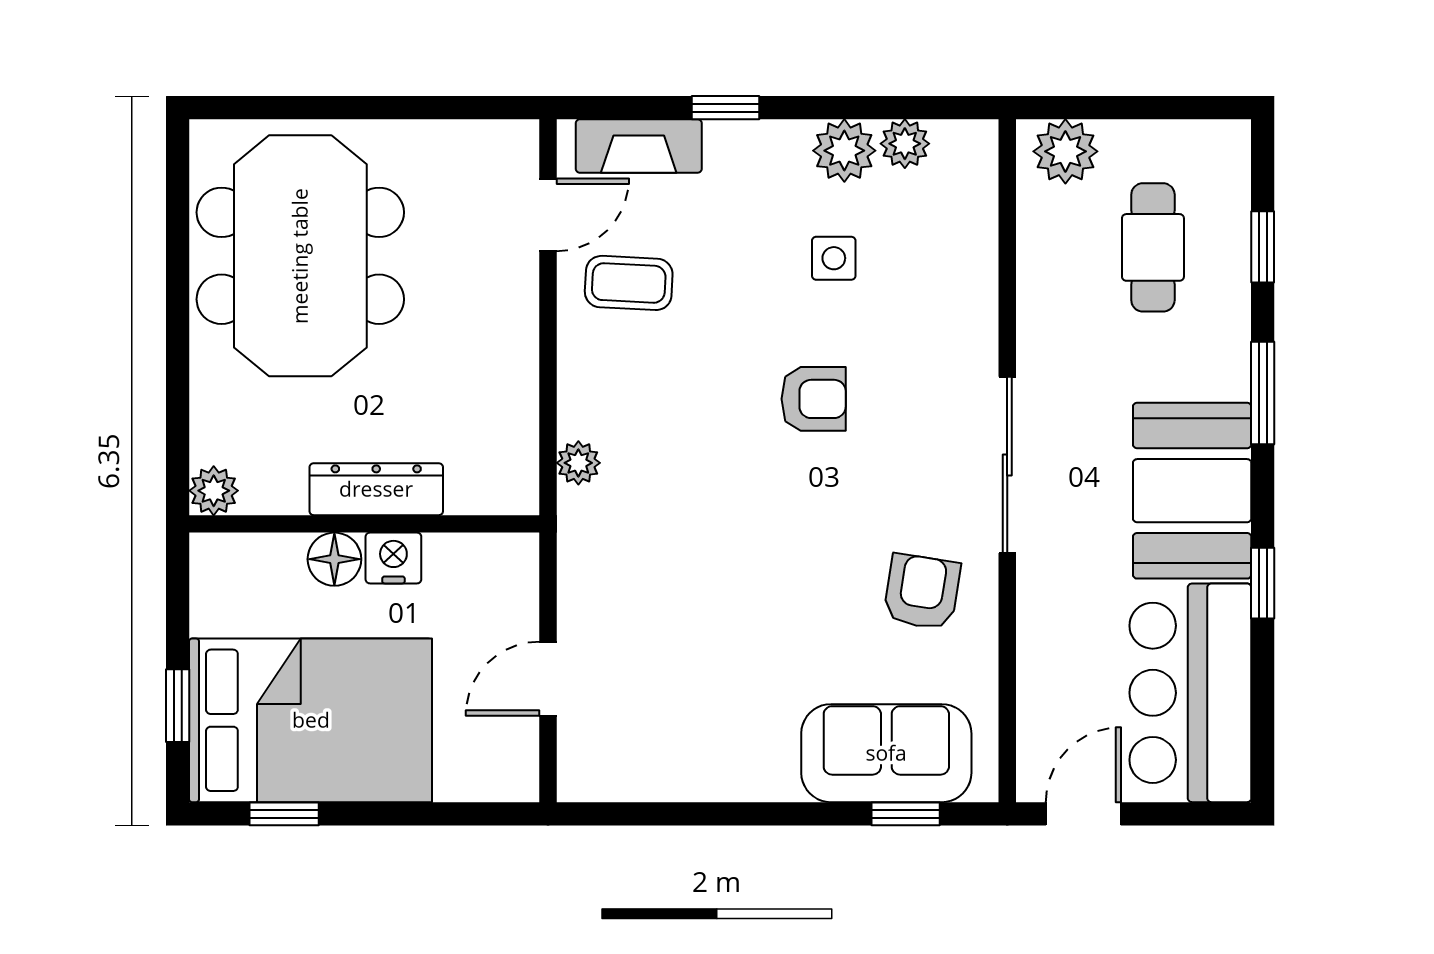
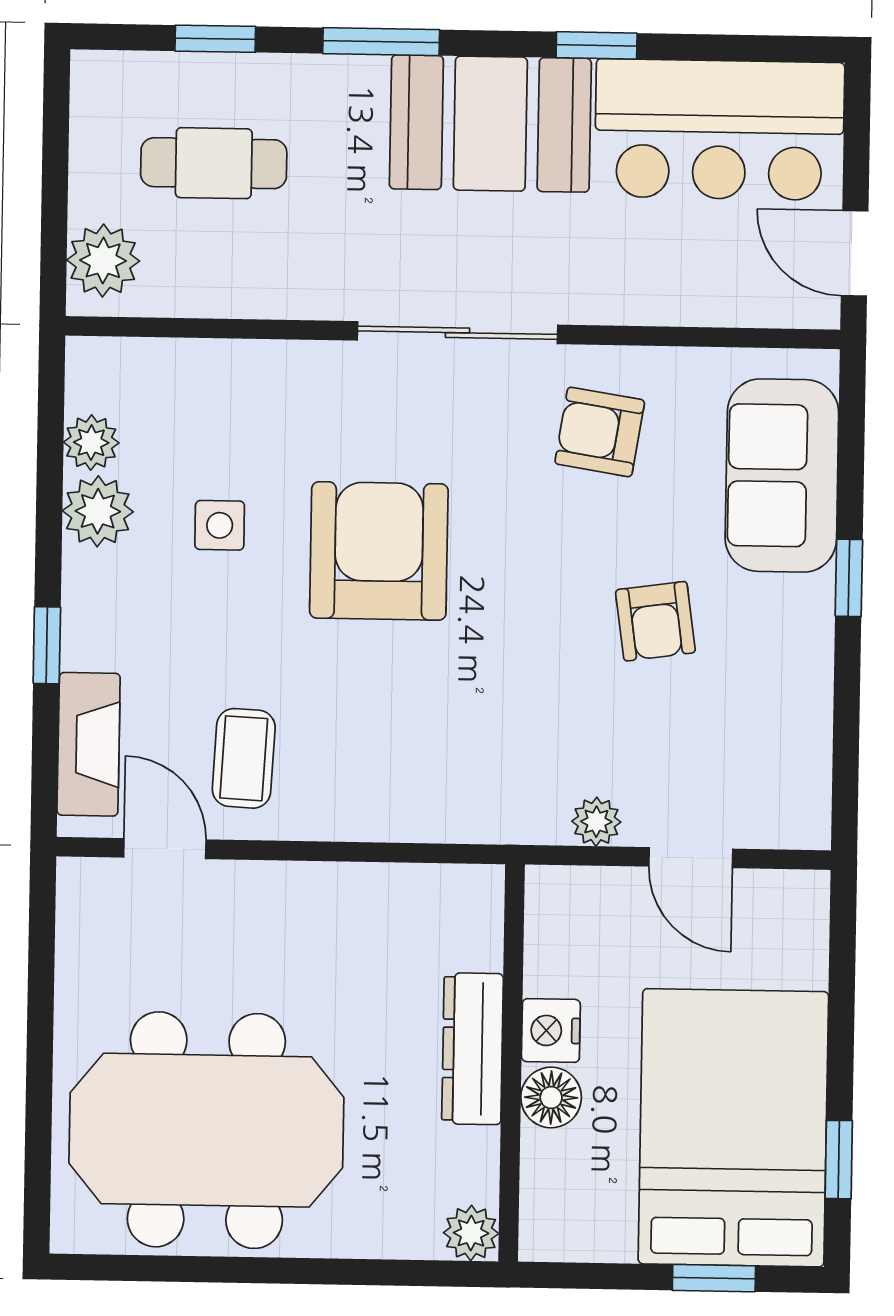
armchair: (814, 399) -> (379, 551), width x1.88, depth x1.88
plant: (578, 463) -> (596, 822), moved
armchair: (756, 644) -> (655, 621), added
window: (906, 814) -> (849, 578), moved

